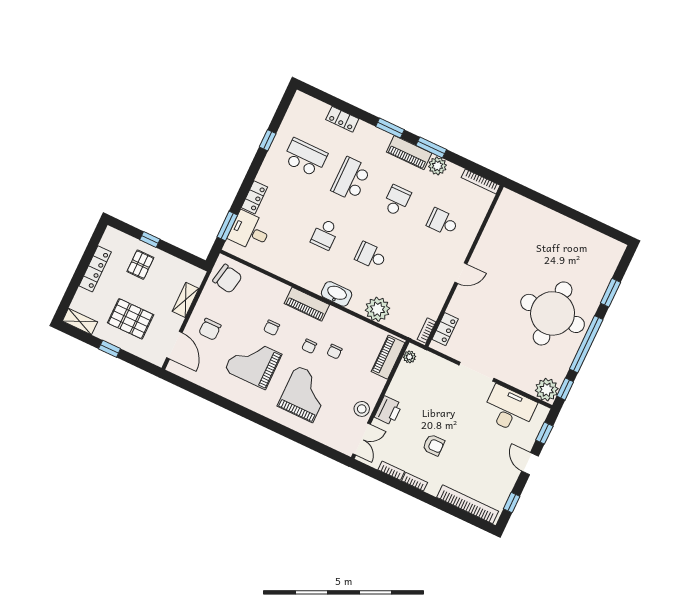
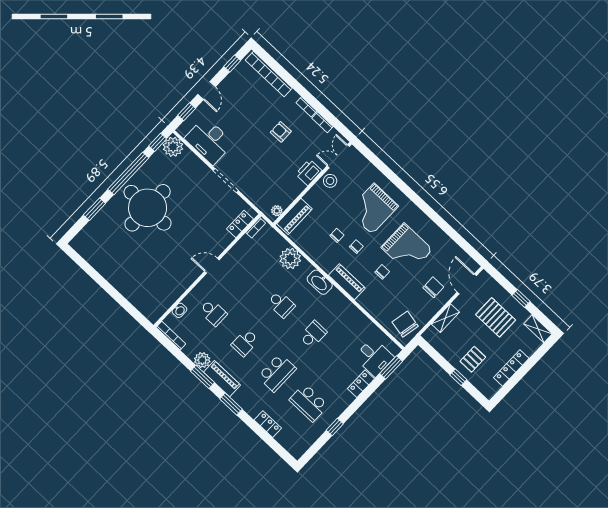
washbasin: (480, 212) -> (179, 310), added

